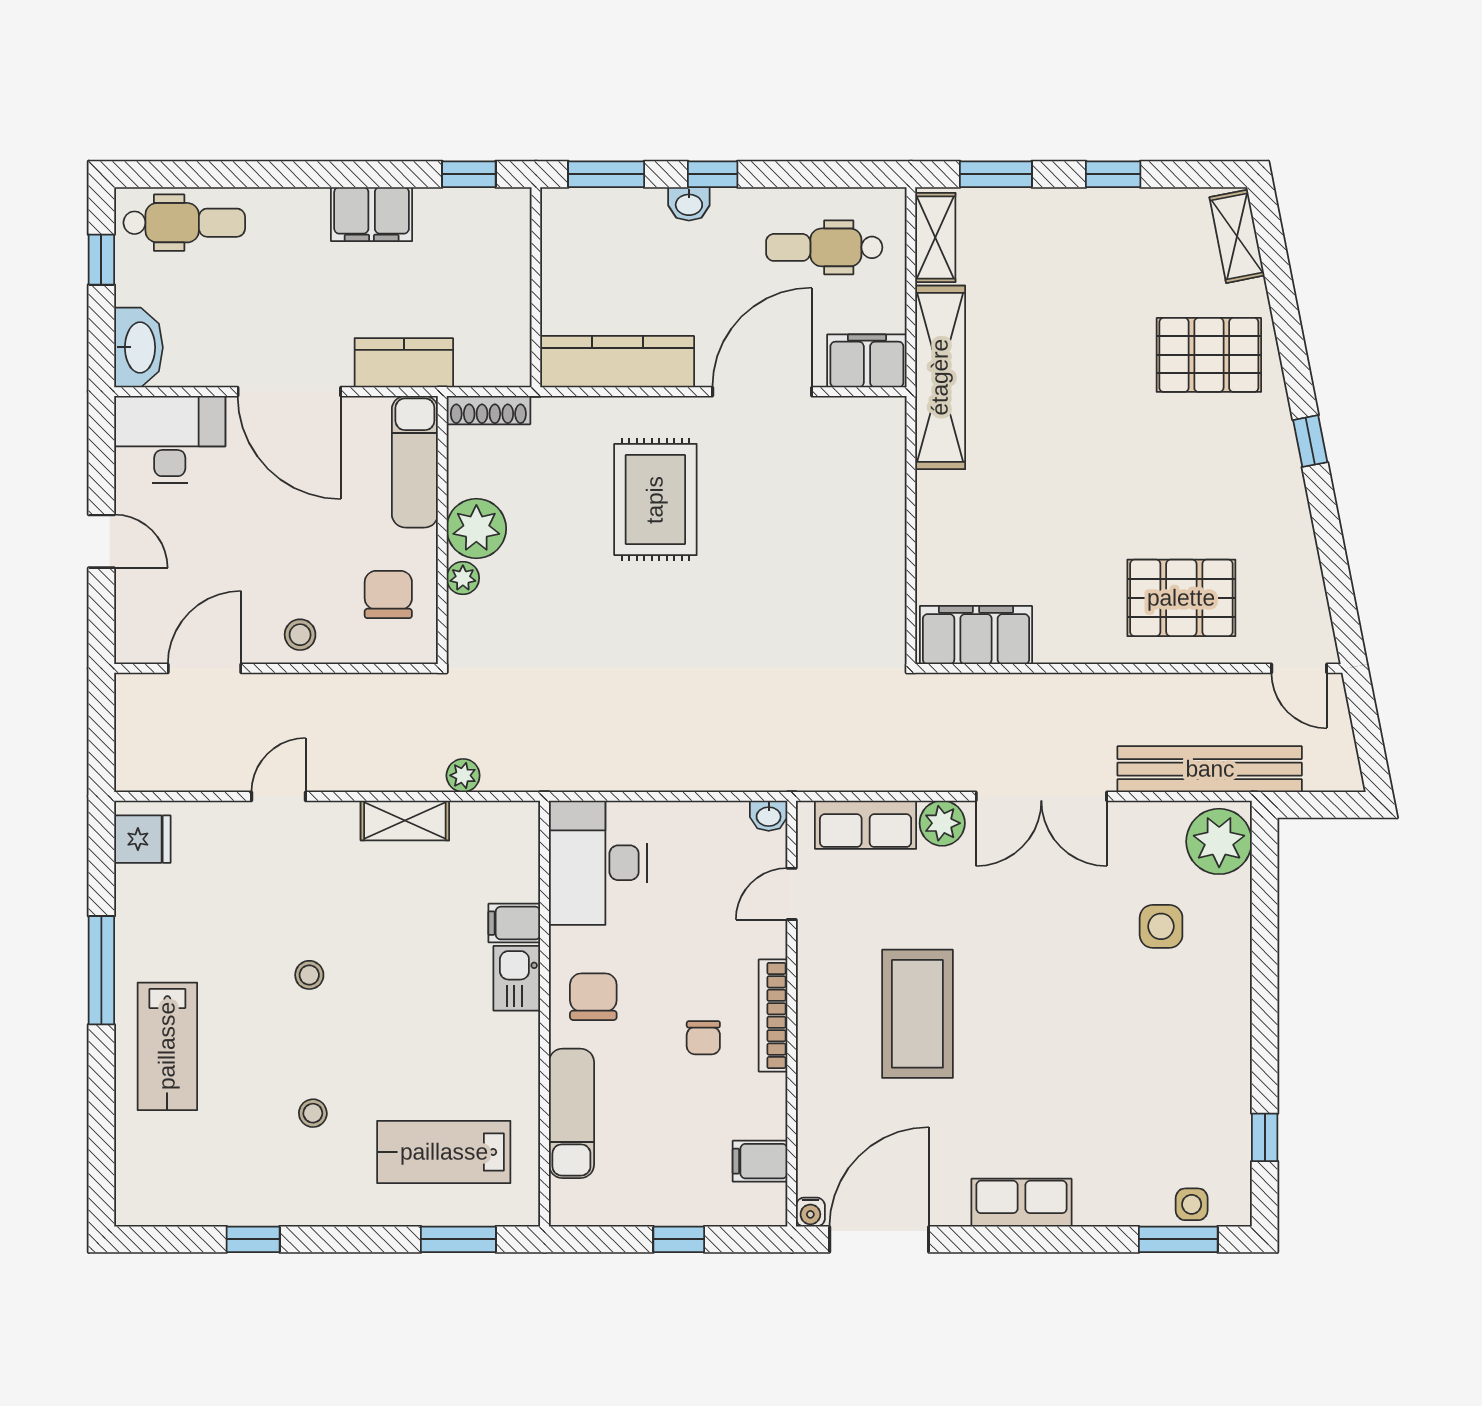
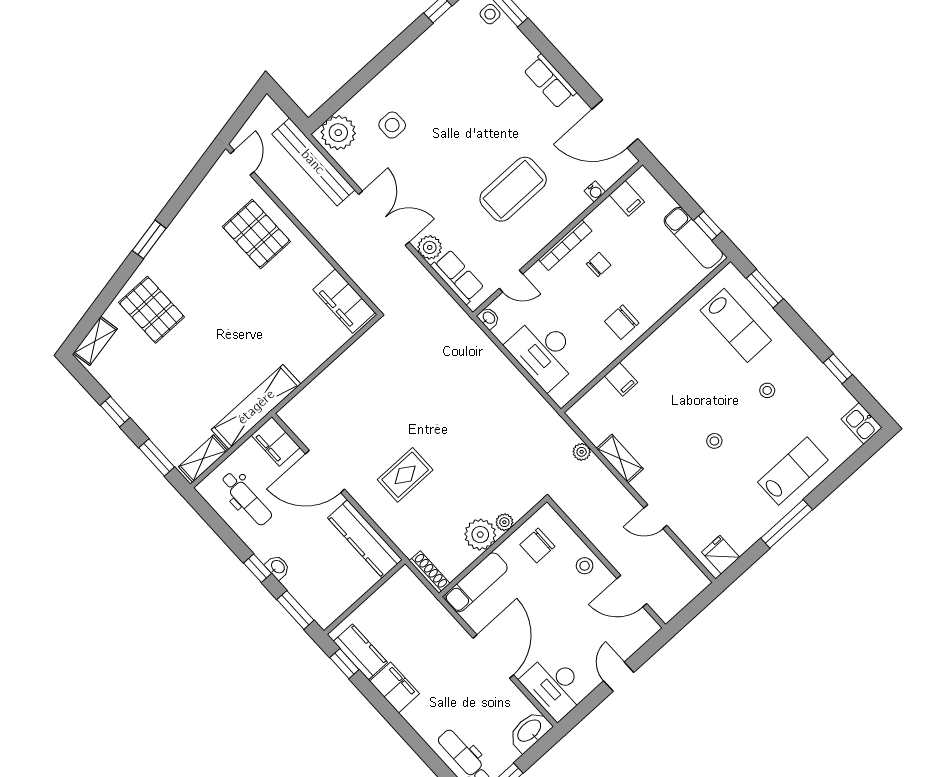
kitchen counter: (404, 363) -> (360, 652), moved, turned 180
window: (1310, 441) -> (149, 239), width x1.50
rug: (655, 500) -> (405, 475), width x0.73, depth x0.70
desk: (598, 863) -> (544, 352), moved, turned 90
kitchen sink: (517, 978) -> (862, 423), moved, turned 90
exam couch: (571, 1113) -> (693, 238), moved, turned -90
water cooler: (810, 1212) -> (595, 191), moved, turned 90
window: (679, 1239) -> (708, 226), moved

